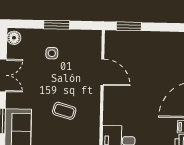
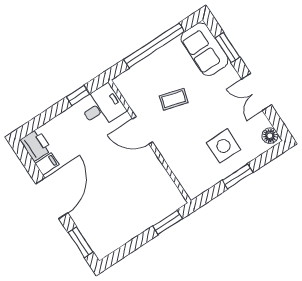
side table: (52, 53) -> (224, 146), width x1.87, depth x1.87
door: (102, 72) -> (142, 130), moved

